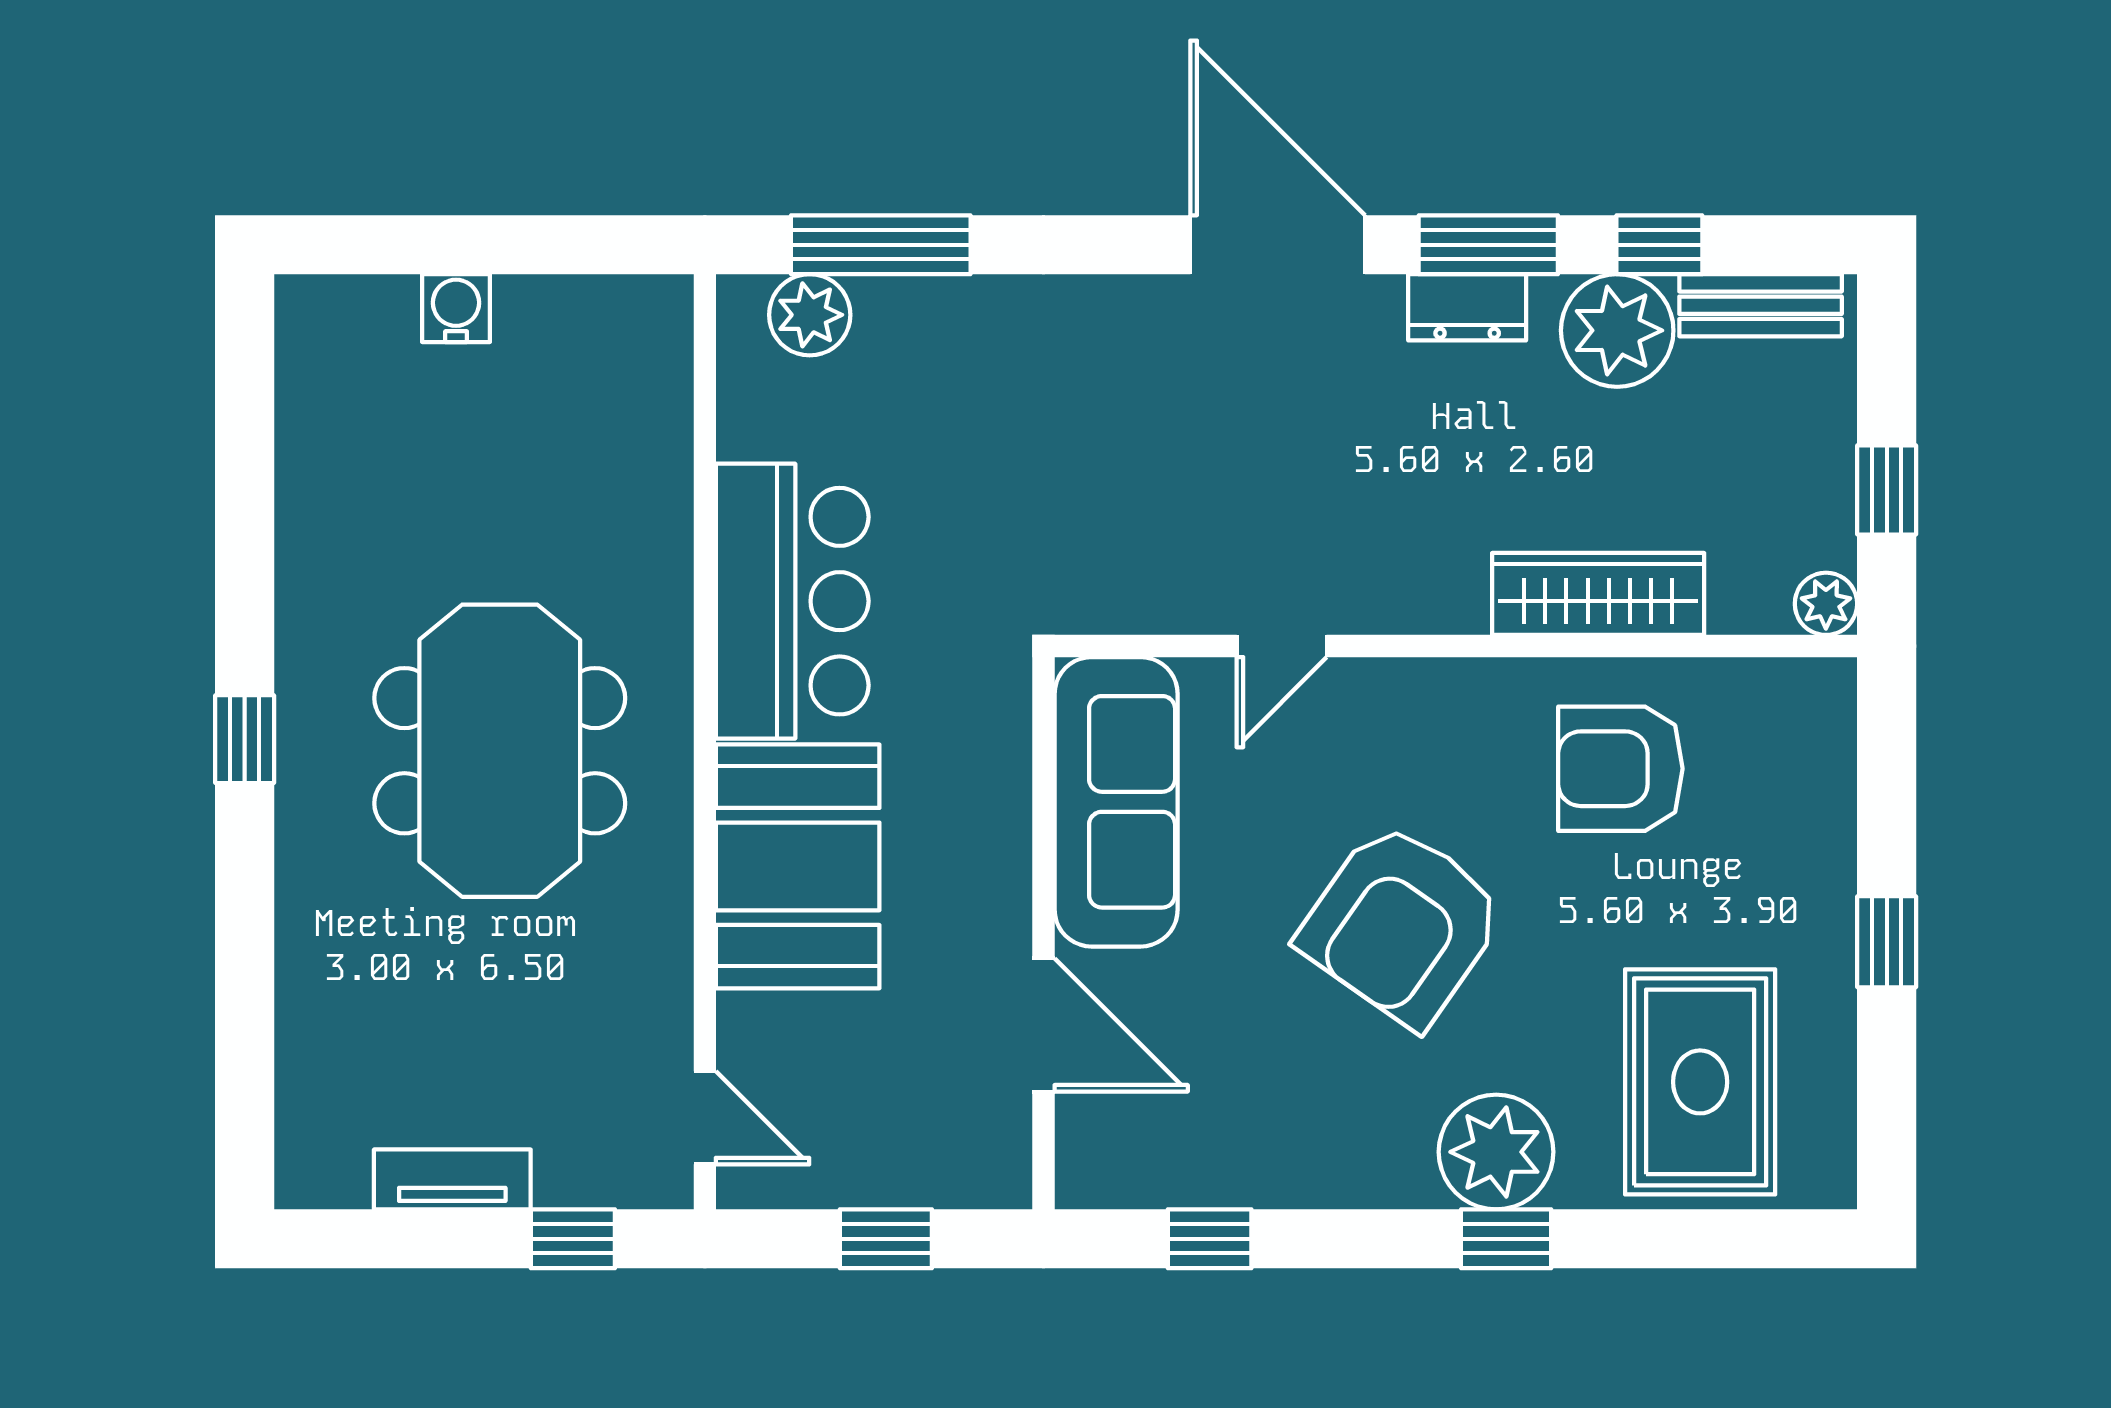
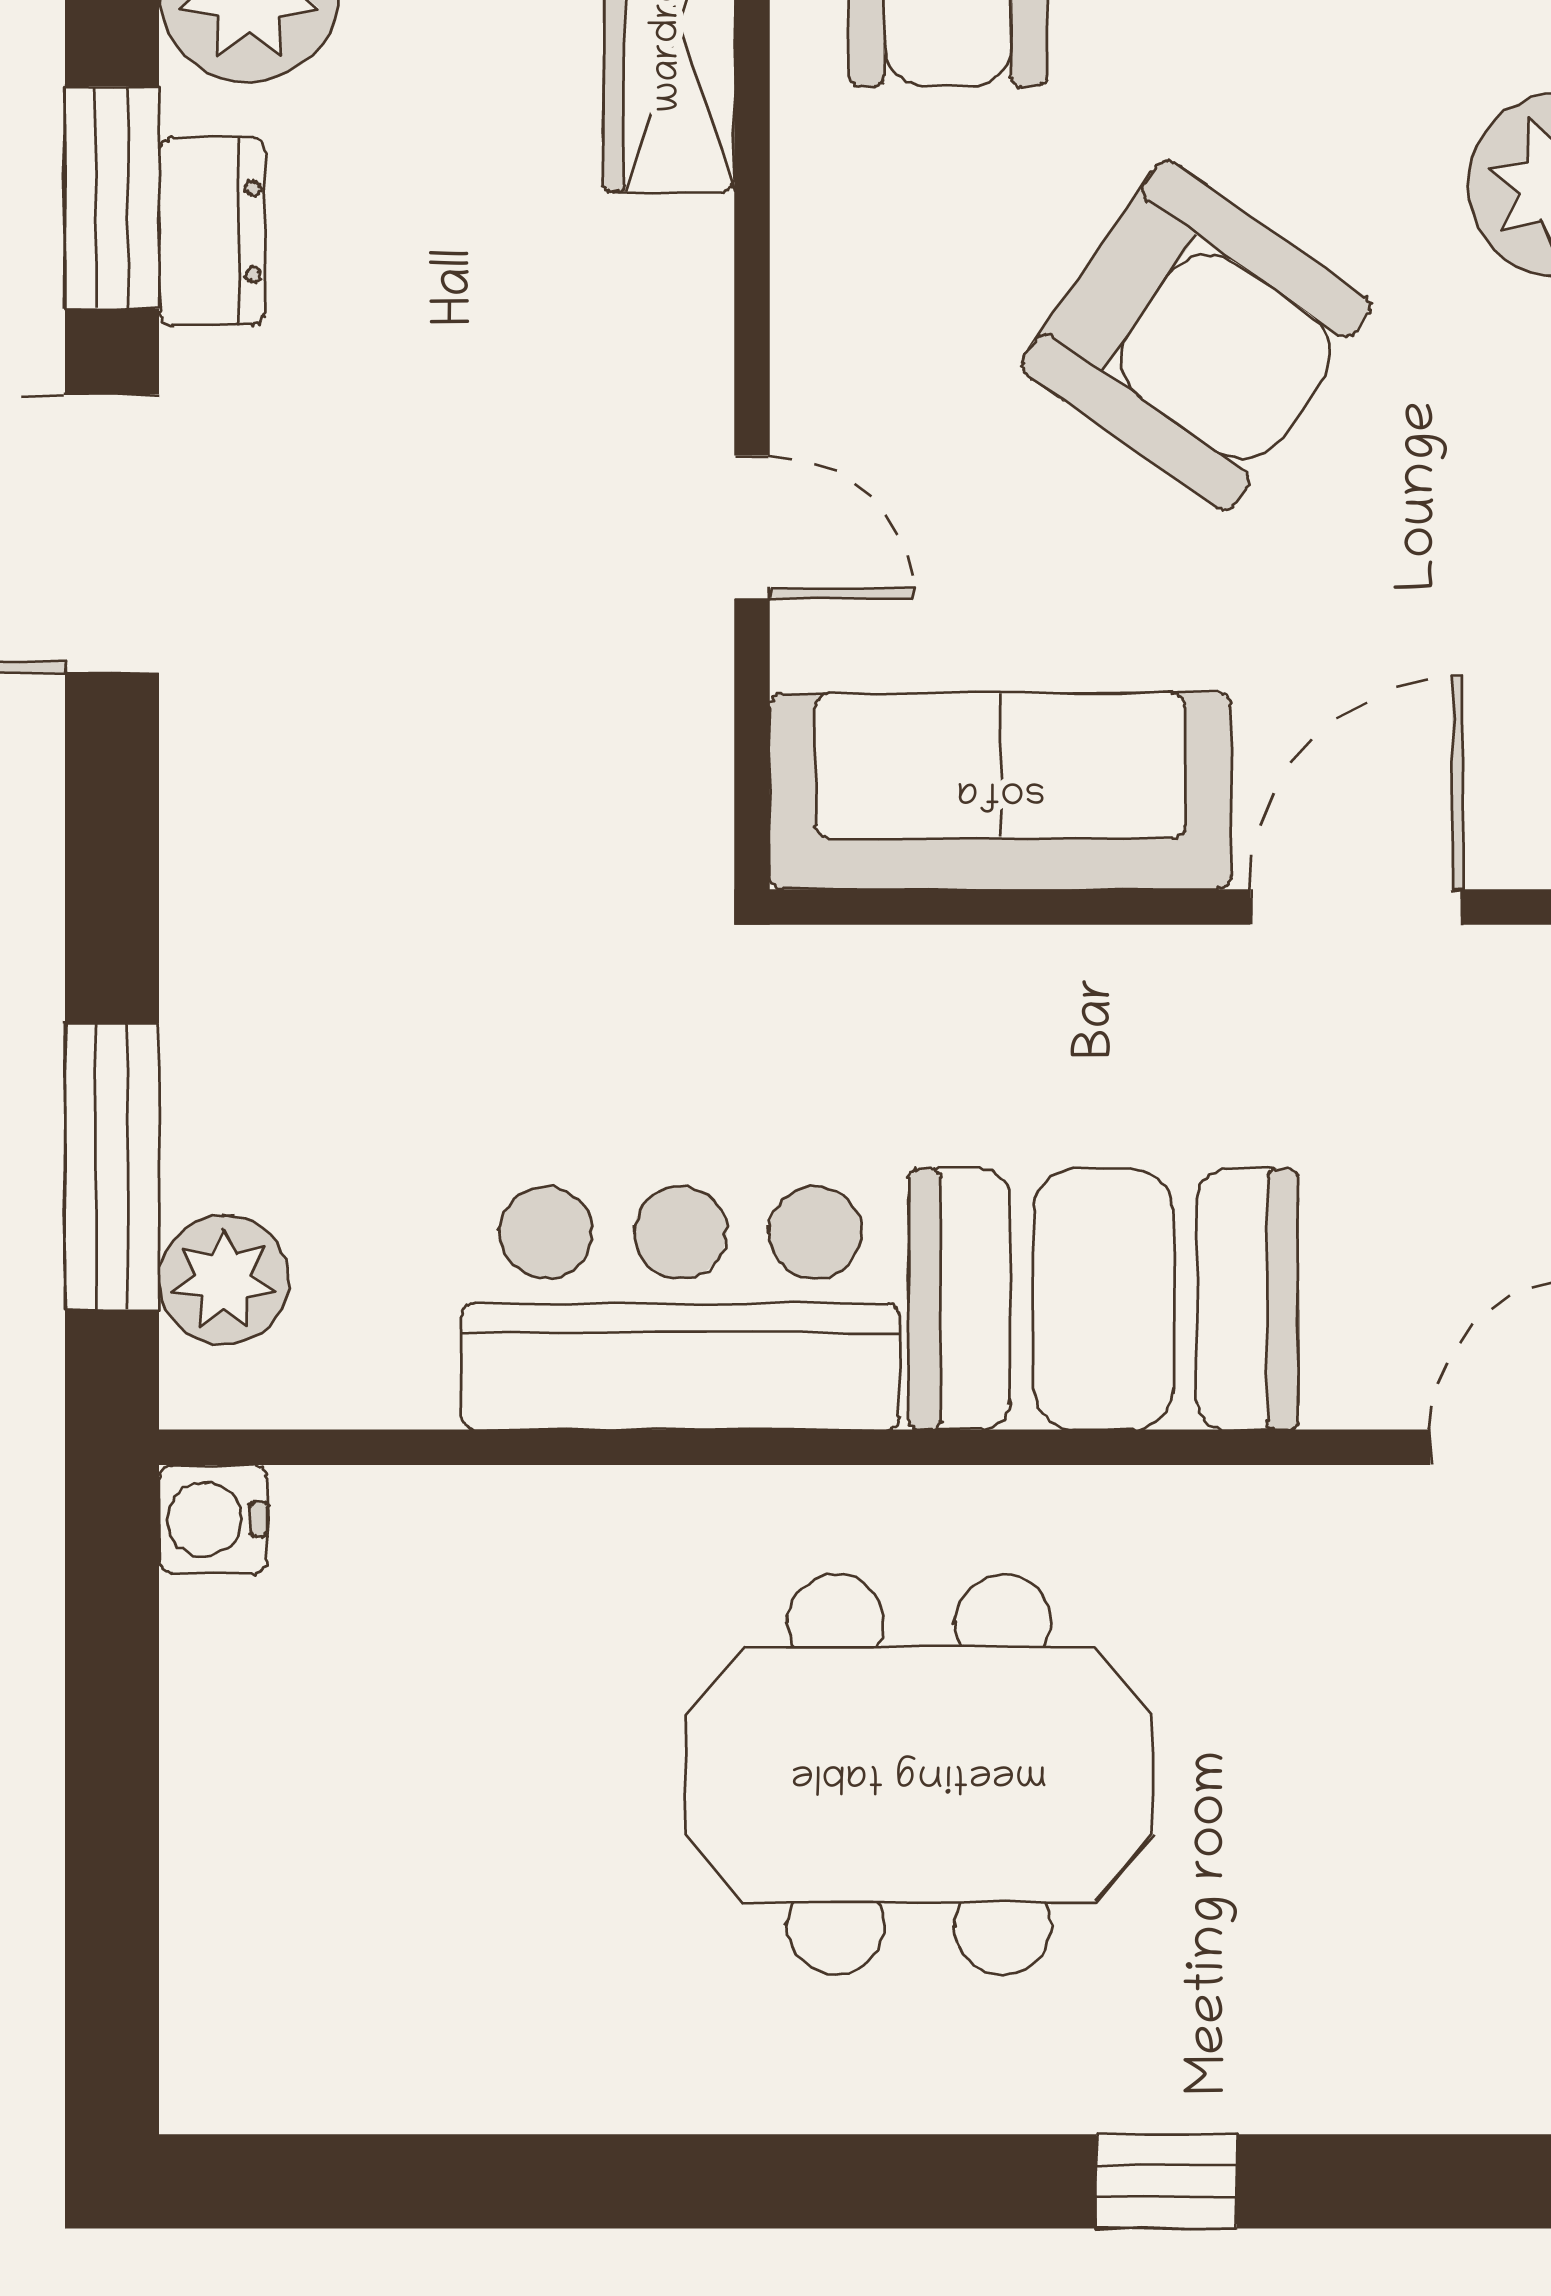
water cooler: (456, 308) -> (213, 1519), moved
window: (245, 739) -> (1167, 2181), moved

